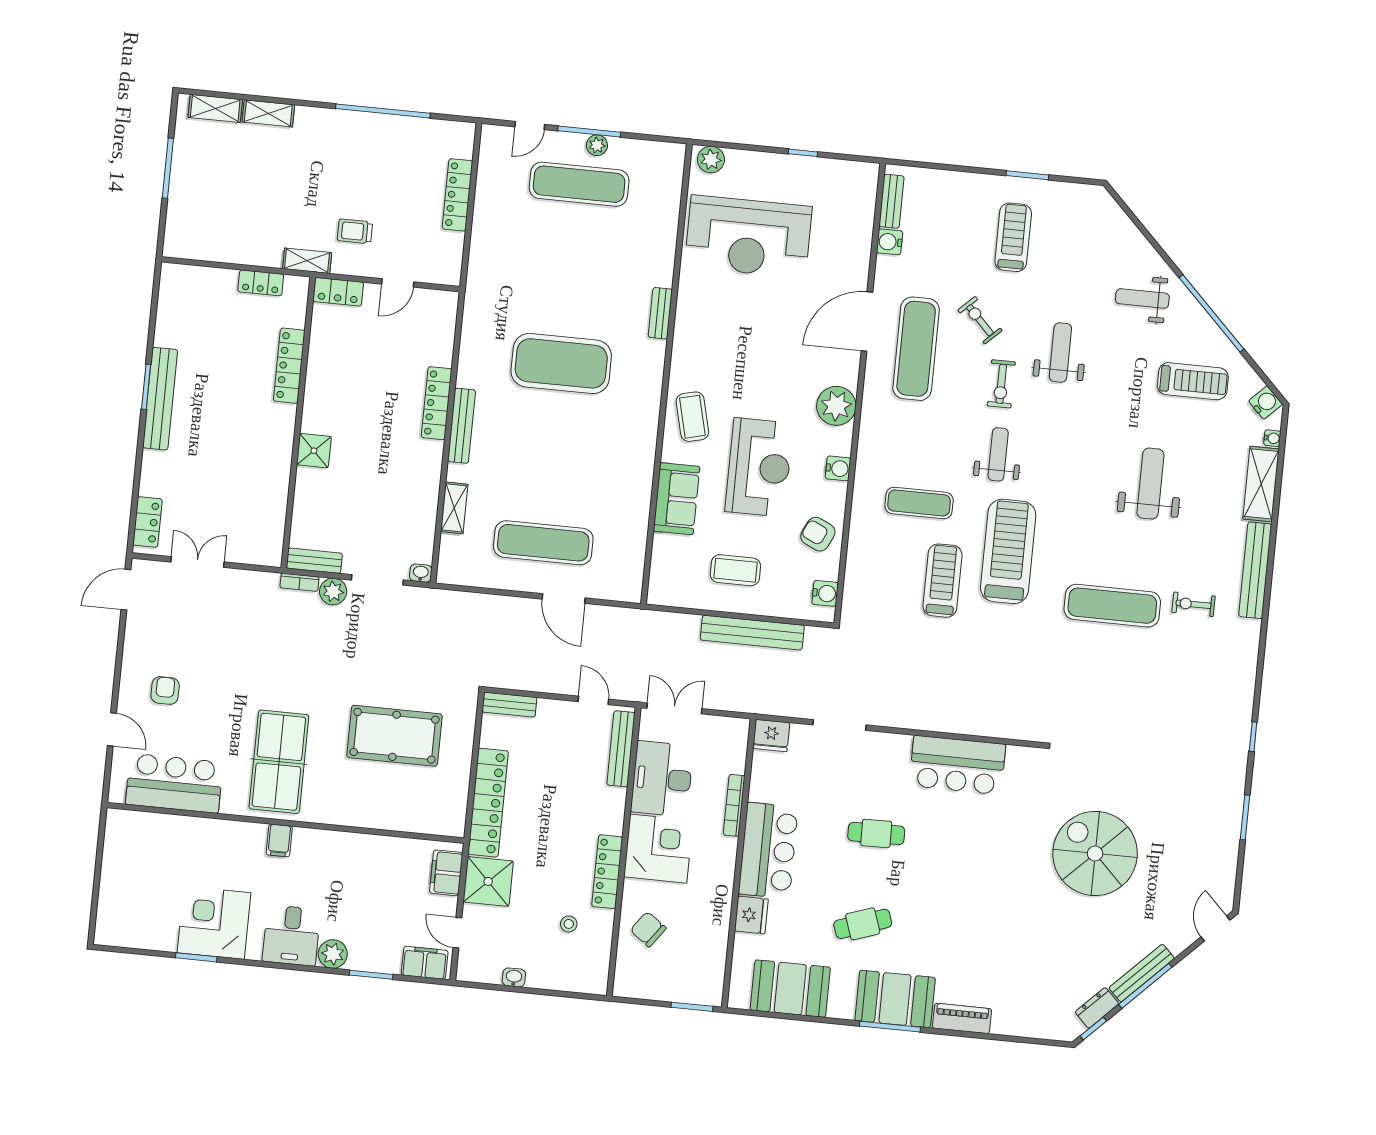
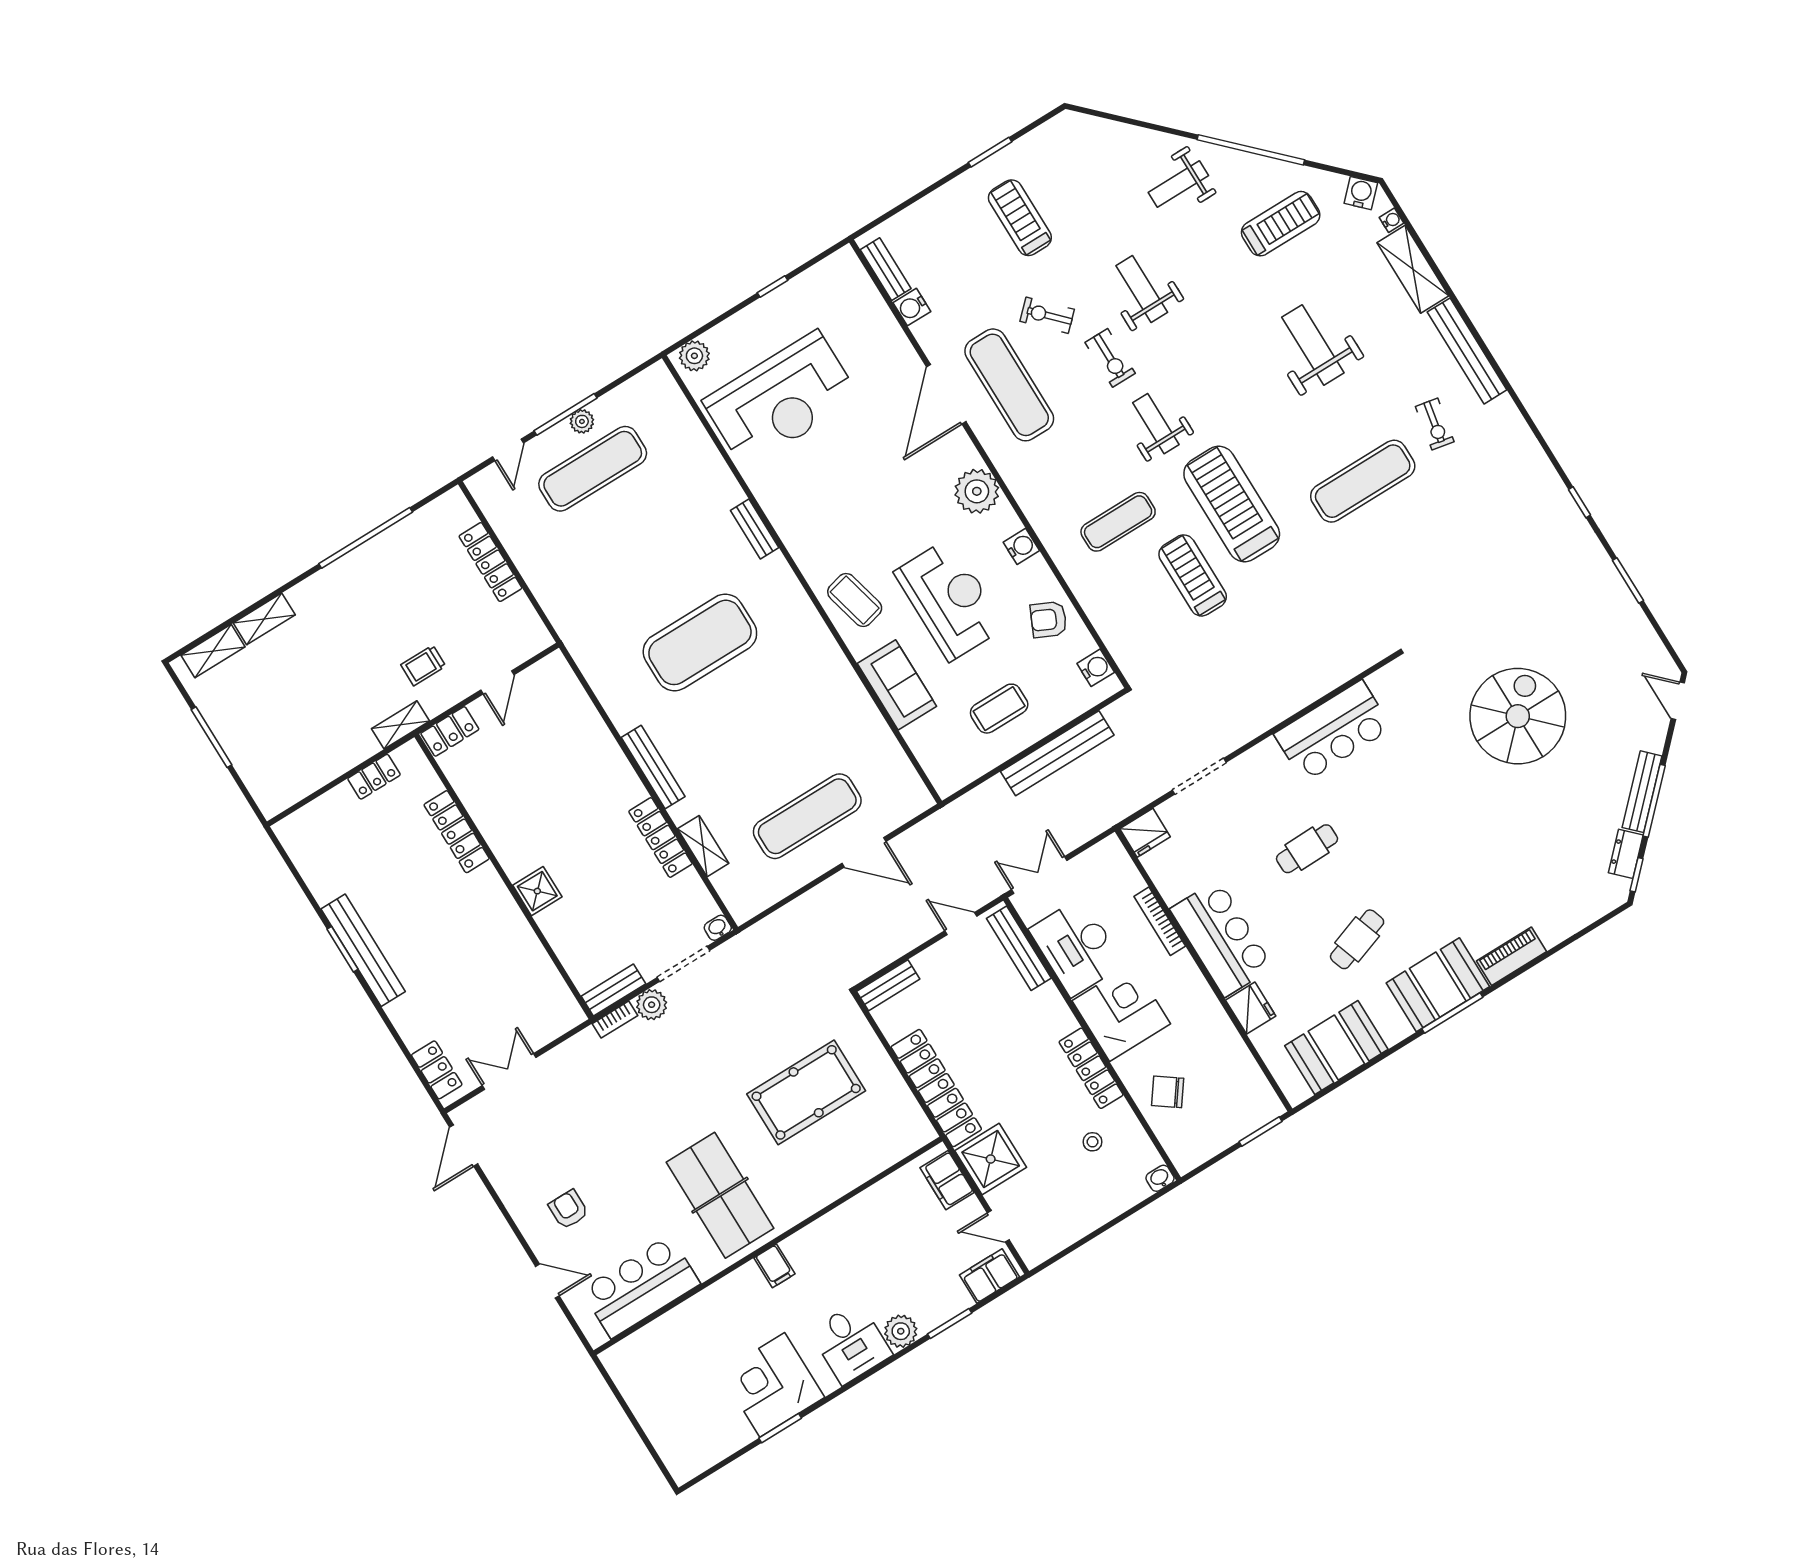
locker: (437, 403) -> (660, 837), moved
exercise bike: (1193, 604) -> (1435, 424), turned -79
spiral stairs: (1095, 854) -> (1518, 716), turned 90
washbasin: (514, 977) -> (1160, 1178), moved

